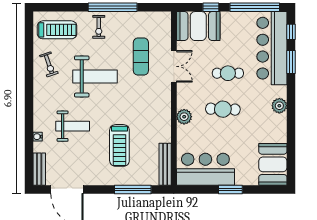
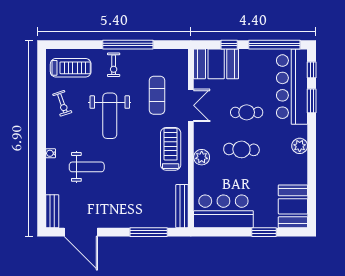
weight bench: (95, 76) -> (110, 116), turned 90
water cooler: (38, 137) -> (51, 153), moved
treadmill: (119, 145) -> (171, 149), moved, turned 180
window: (230, 189) -> (264, 232), moved

